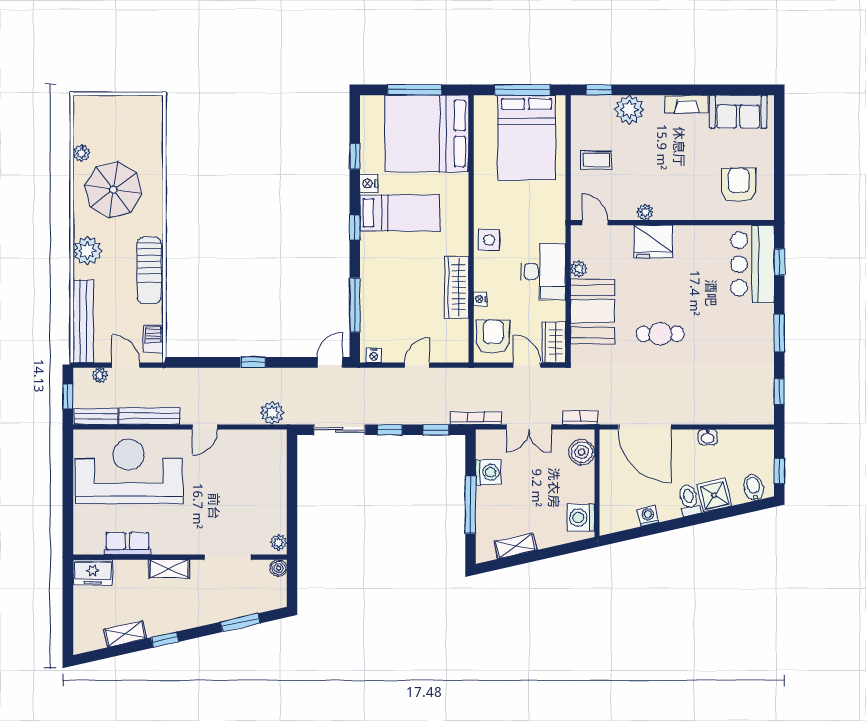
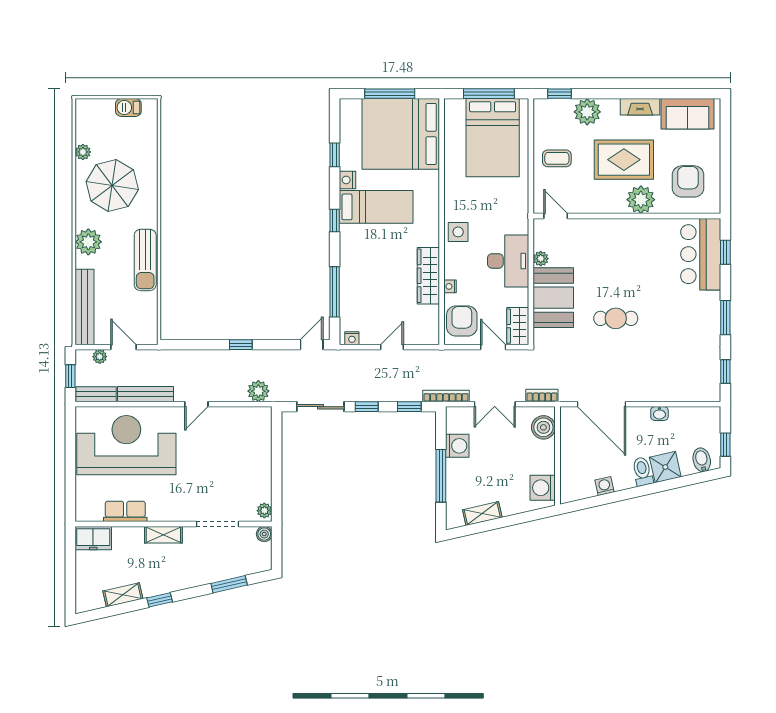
rug: (669, 161) -> (624, 160), added
plant: (645, 212) -> (641, 200), moved, width x1.88, depth x1.88
fridge: (653, 242) -> (609, 233), removed
barbecue: (153, 339) -> (128, 108), moved, turned -90

